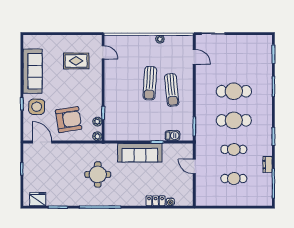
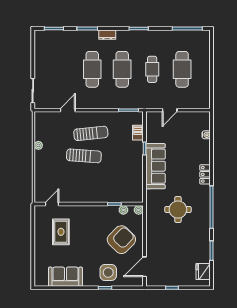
door: (194, 57) -> (68, 110), moved
sofa: (33, 71) -> (65, 277), width x0.73
armchair: (69, 120) -> (121, 240), turned 53
dresser: (268, 165) -> (107, 35), moved
cafe table: (234, 178) -> (182, 69), width x1.37, depth x1.35
locker: (156, 201) -> (205, 174), moved

